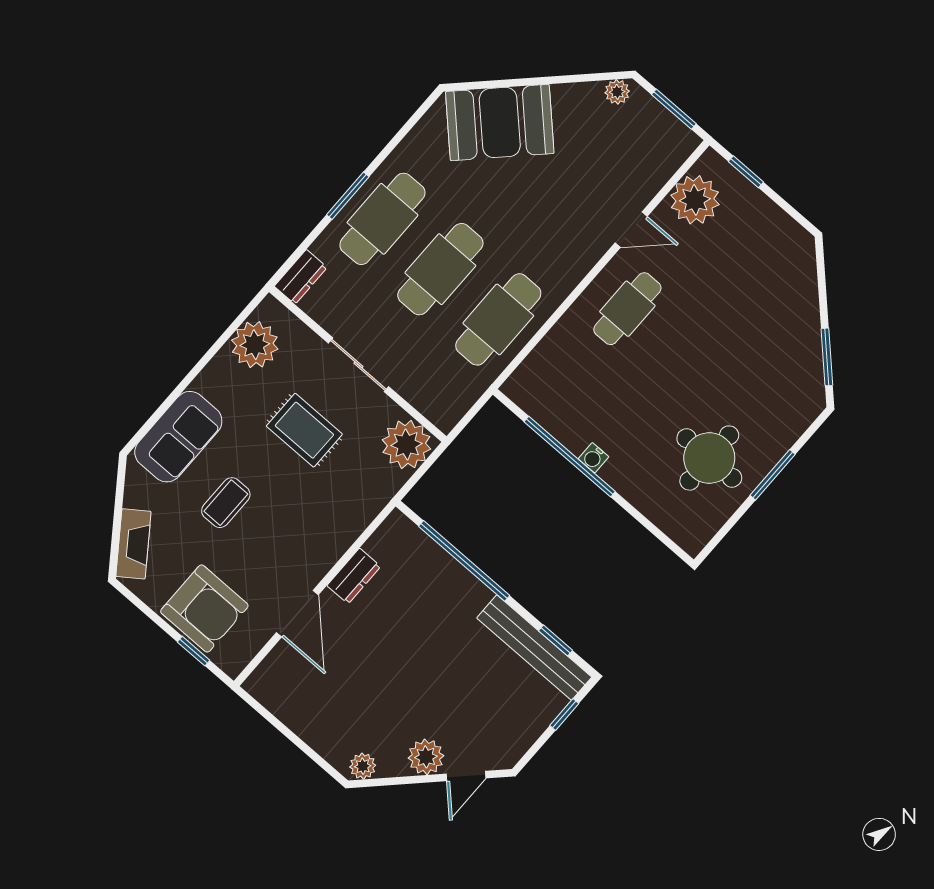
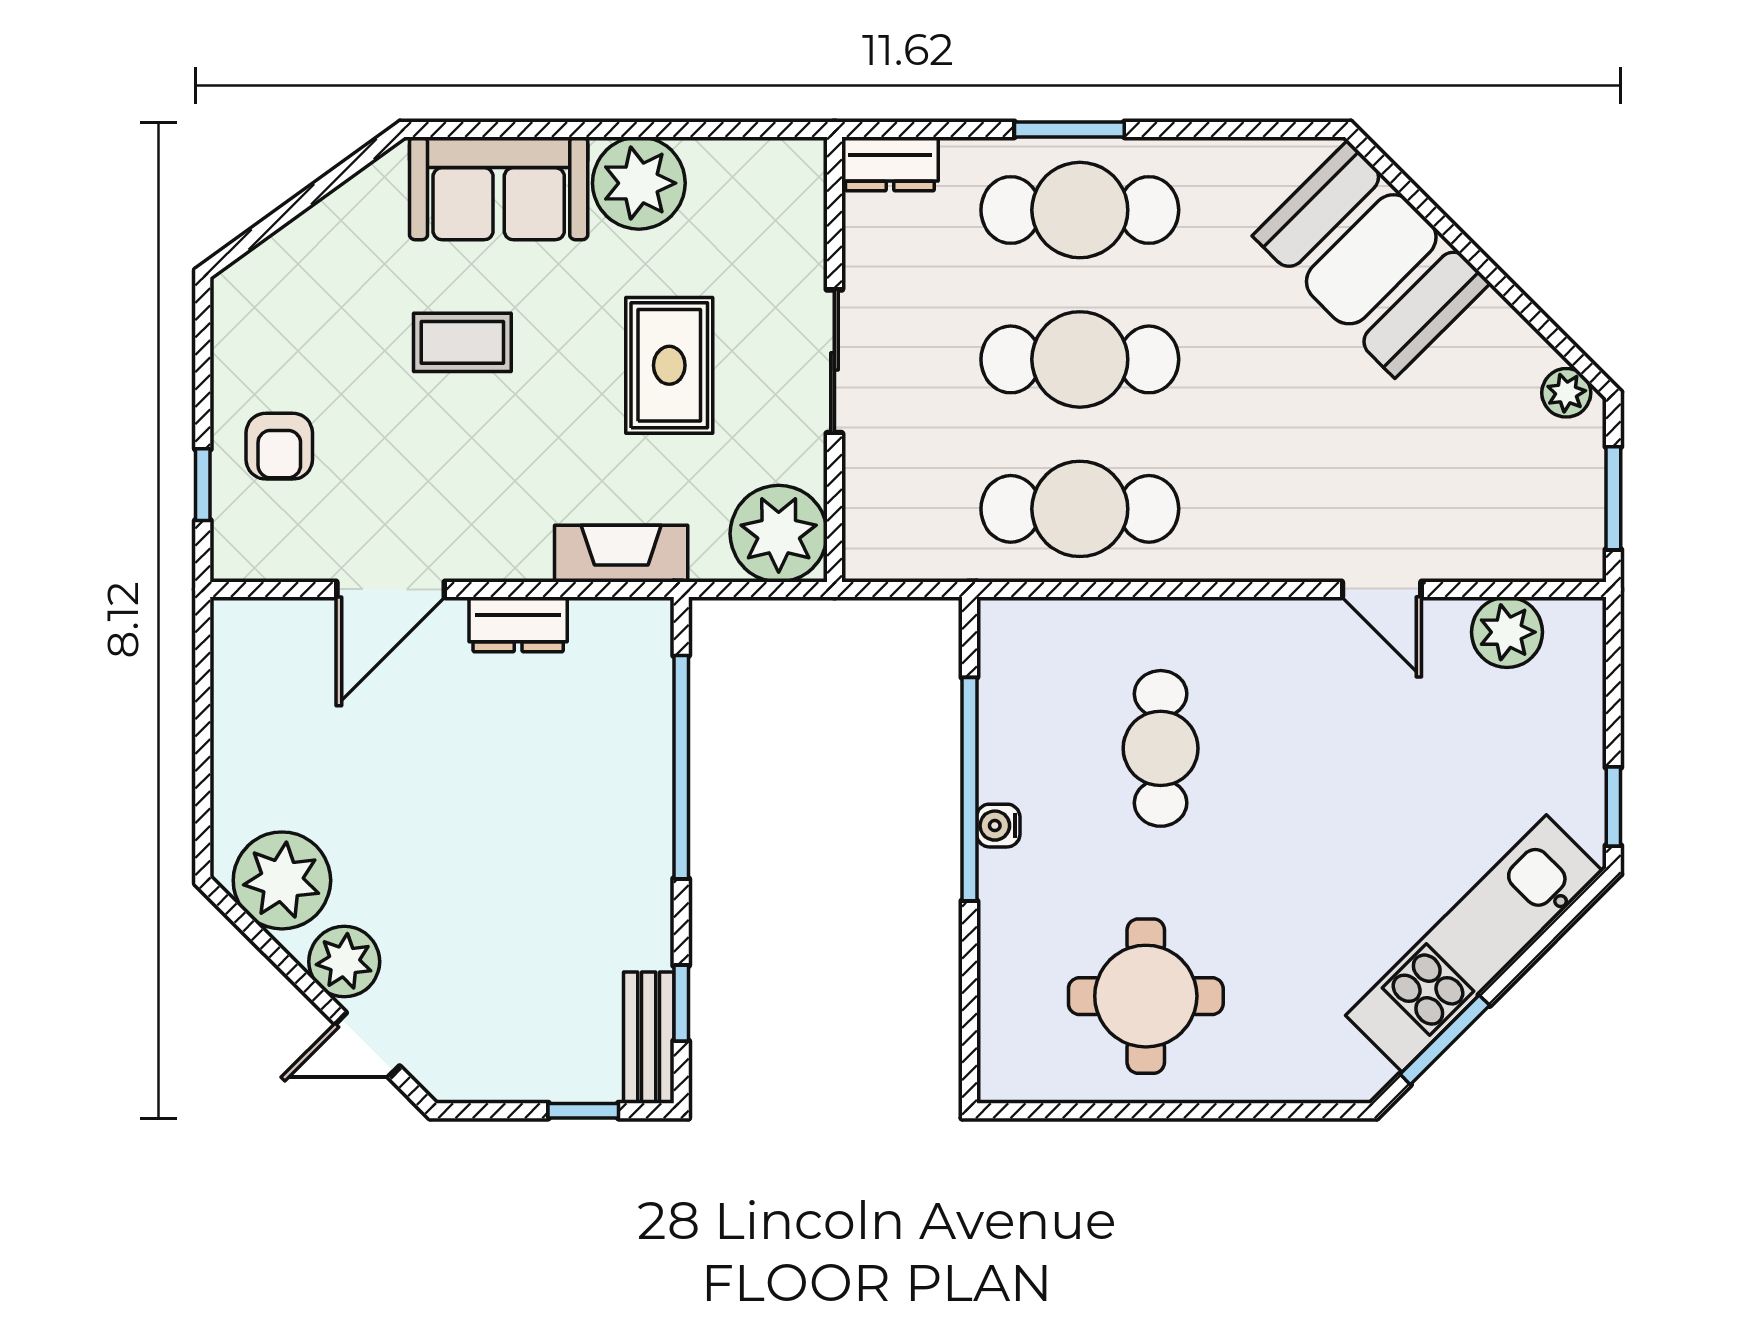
window: (746, 172) -> (1613, 807), moved
plant: (695, 200) -> (1507, 632), width x0.73, depth x0.73
cafe table: (627, 309) -> (1161, 748), moved, turned 90
kitchen unit: (799, 313) -> (1474, 943), added
plant: (255, 345) -> (639, 183), moved
window: (773, 475) -> (1202, 1111), removed
fireplace: (133, 544) -> (621, 554), moved, turned -144
armchair: (204, 608) -> (279, 446), width x0.53, depth x0.53
bench: (534, 648) -> (649, 1038), width x0.54, depth x0.82
plant: (363, 766) -> (282, 880), width x1.87, depth x1.87

